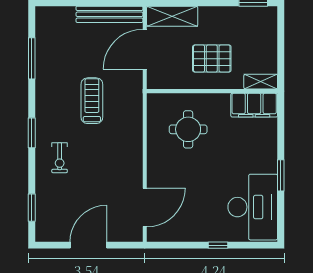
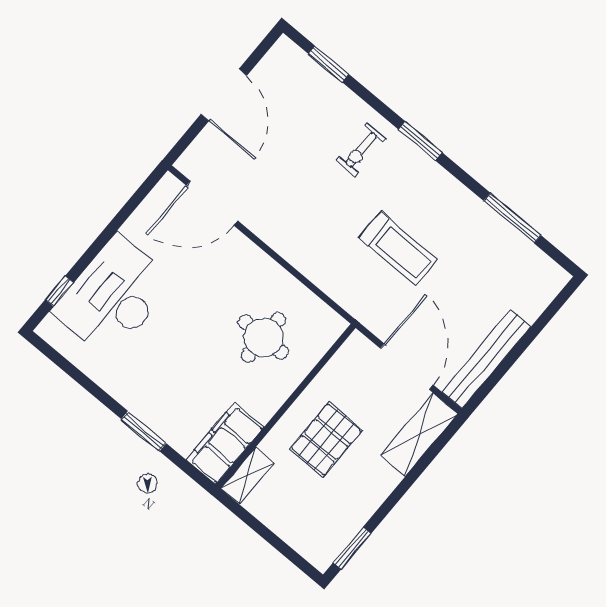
exercise bike: (60, 158) -> (361, 150), turned -90
window: (281, 175) -> (144, 431), moved
door: (145, 207) -> (212, 203), hinge flipped
desk: (253, 207) -> (113, 297), moved, turned 90
window: (218, 245) -> (59, 291), moved

